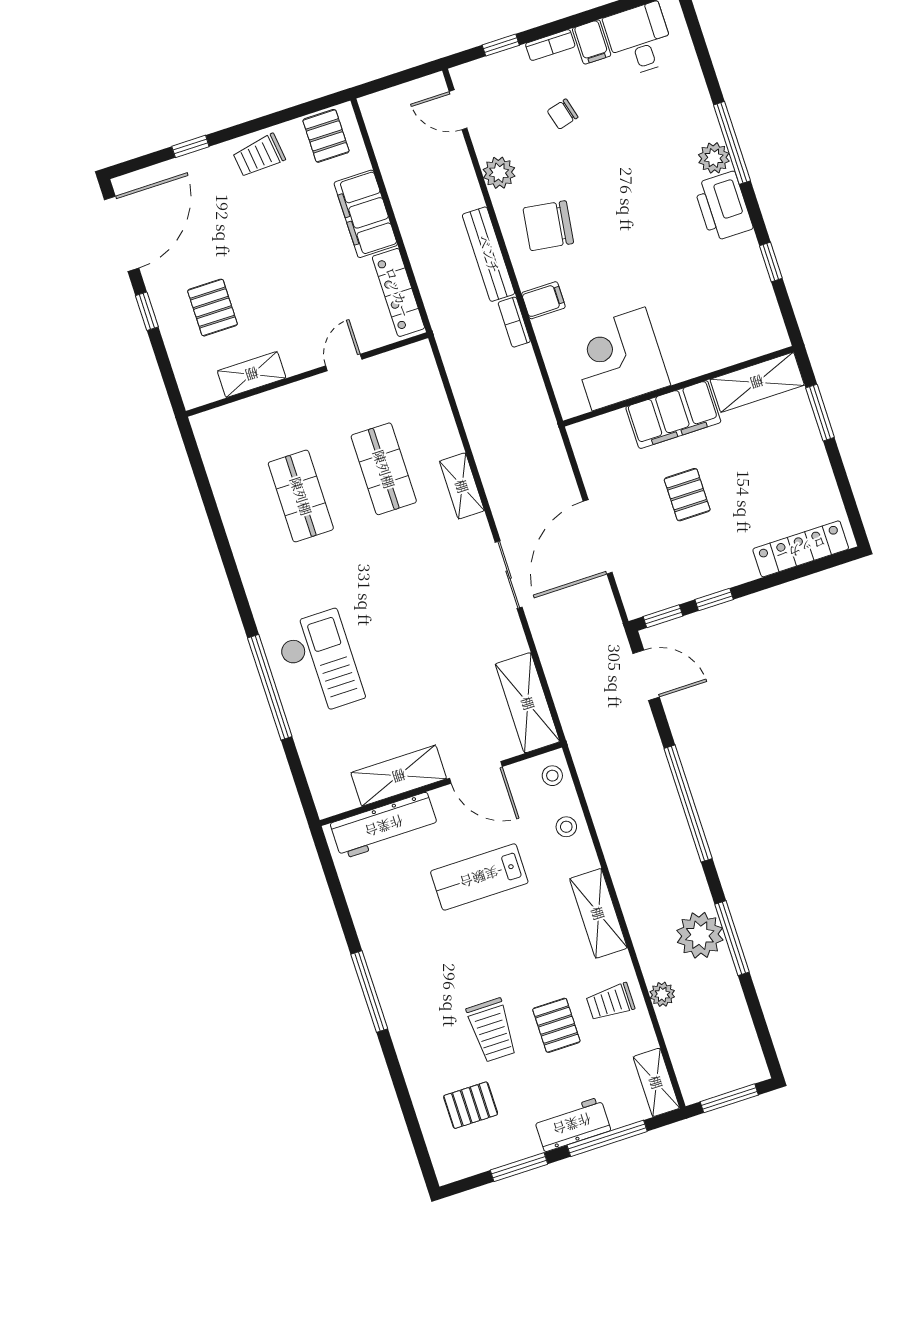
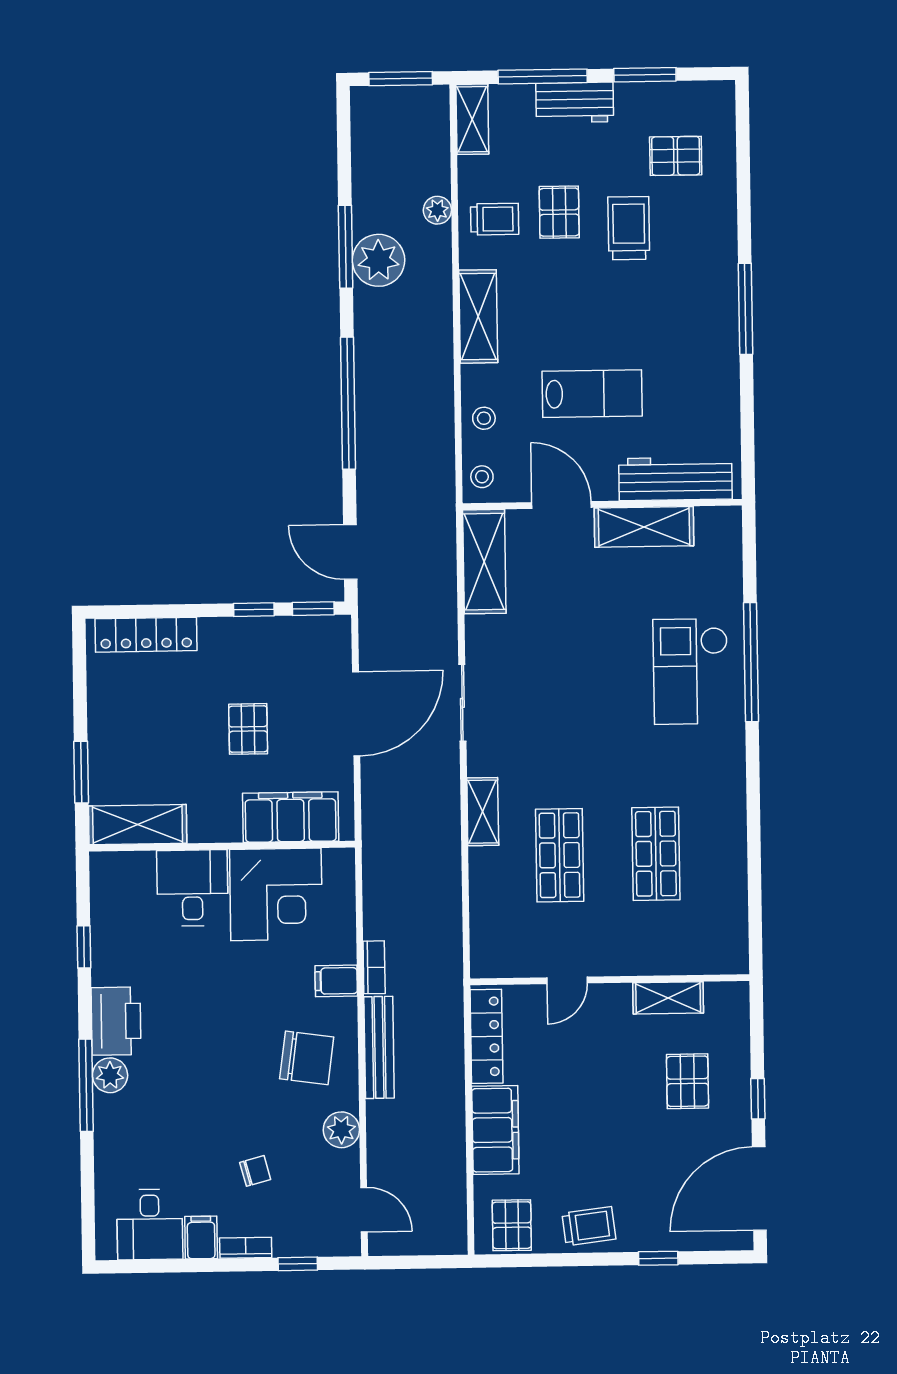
desk: (693, 342) -> (192, 888), added
filing cabinet: (673, 415) -> (291, 817), moved

